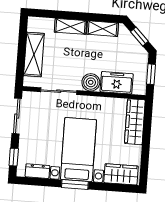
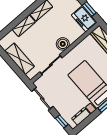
freezer: (117, 83) -> (84, 19), moved, turned -90

